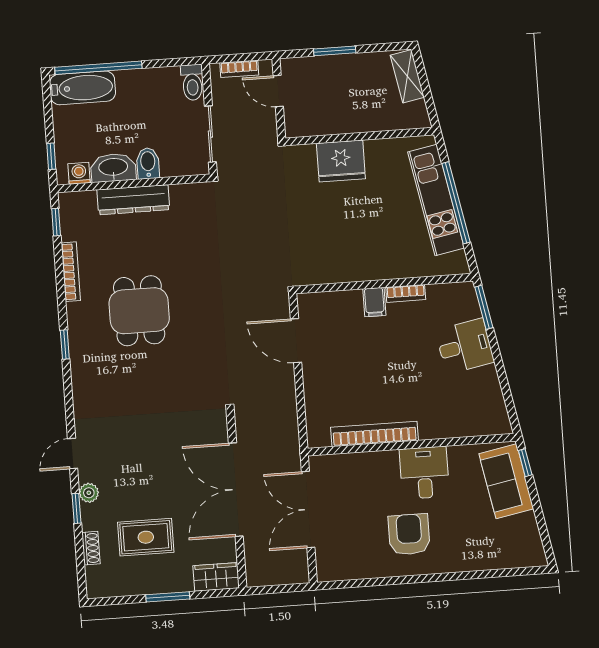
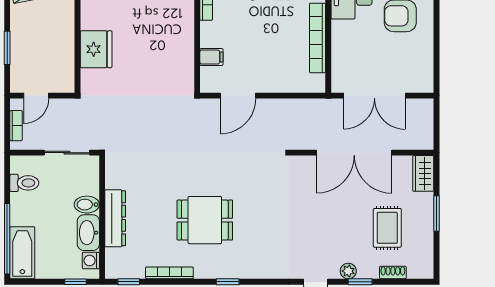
toilet: (192, 82) -> (24, 183), moved
filing cabinet: (374, 302) -> (211, 57), moved

